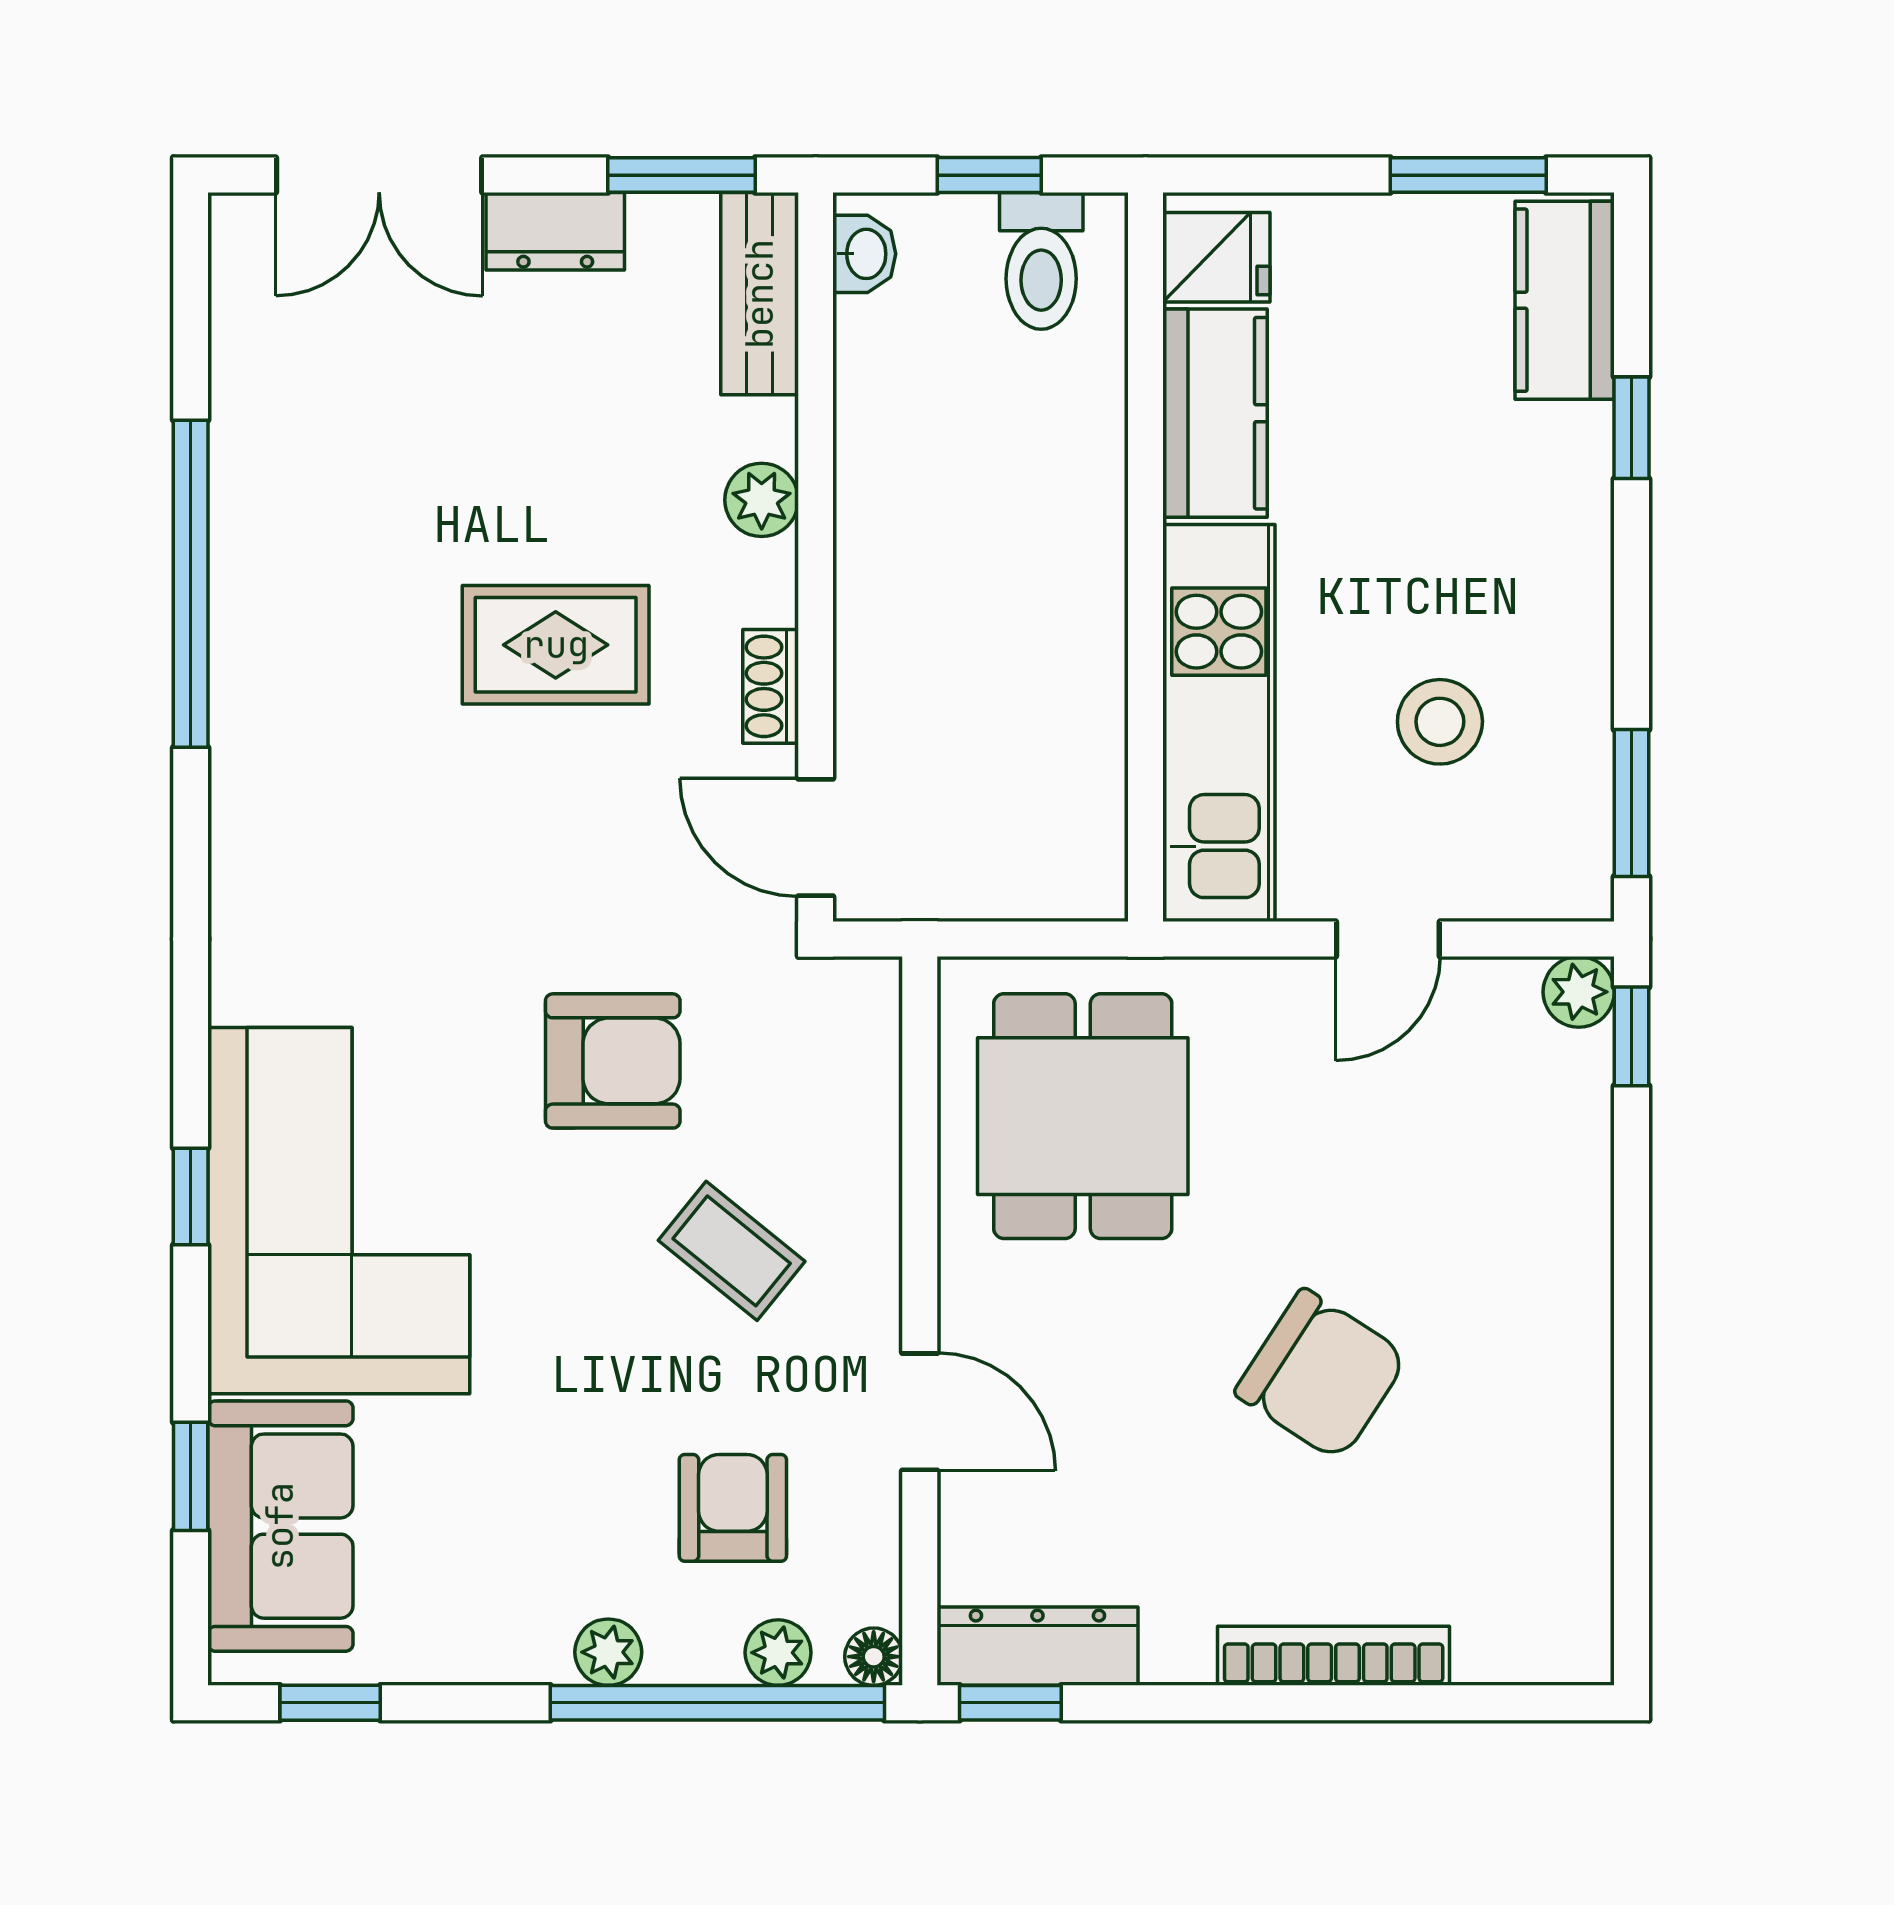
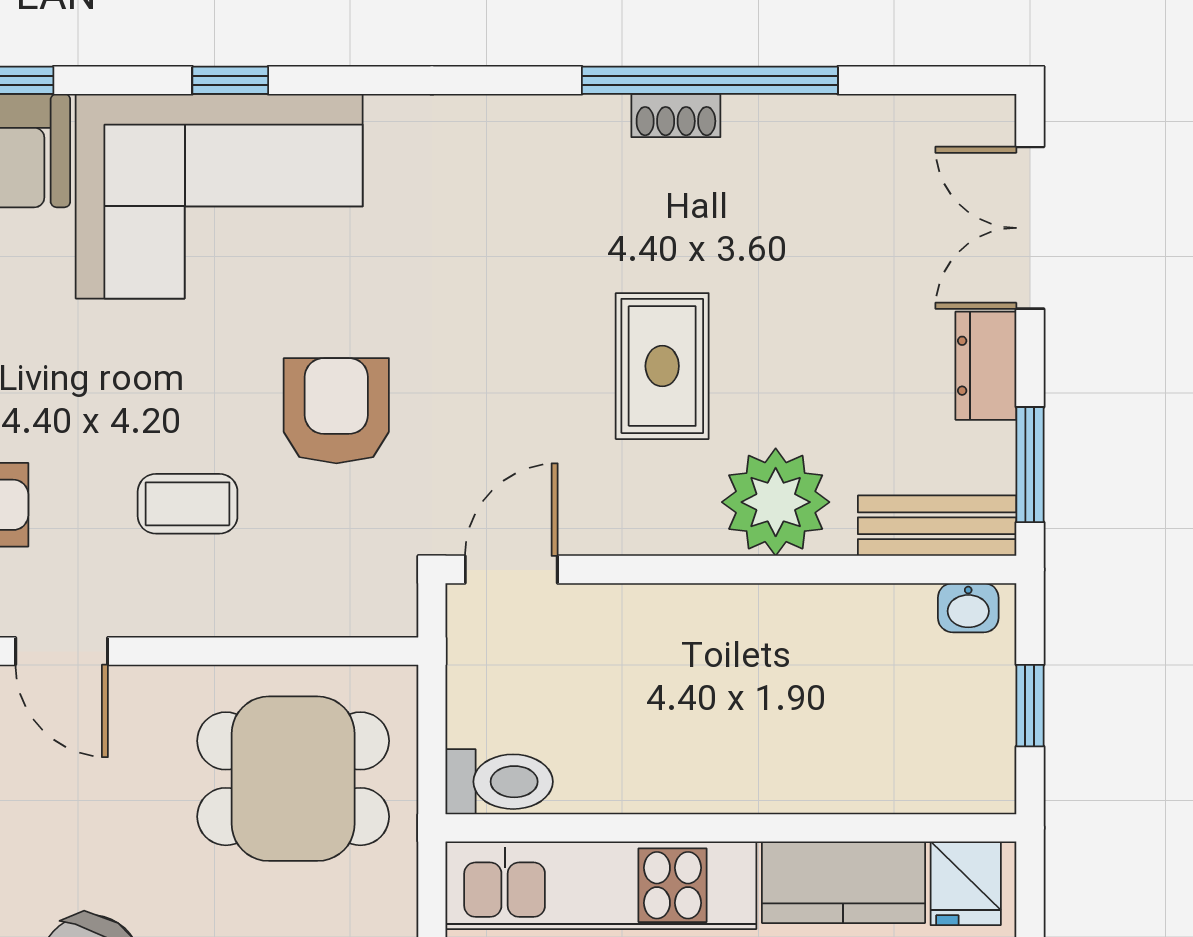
toilet: (1041, 261) -> (499, 782), moved, turned 180
plant: (762, 500) -> (776, 502), width x1.87, depth x1.87
shoe rack: (771, 686) -> (676, 115), moved, turned 180
armchair: (613, 1061) -> (336, 411), turned 180
coffee table: (732, 1251) -> (188, 504), turned 51
door: (920, 1412) -> (62, 651), hinge flipped

